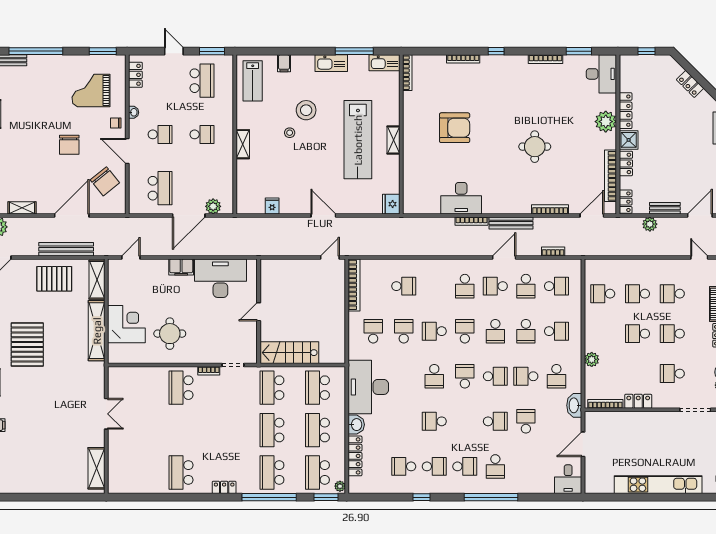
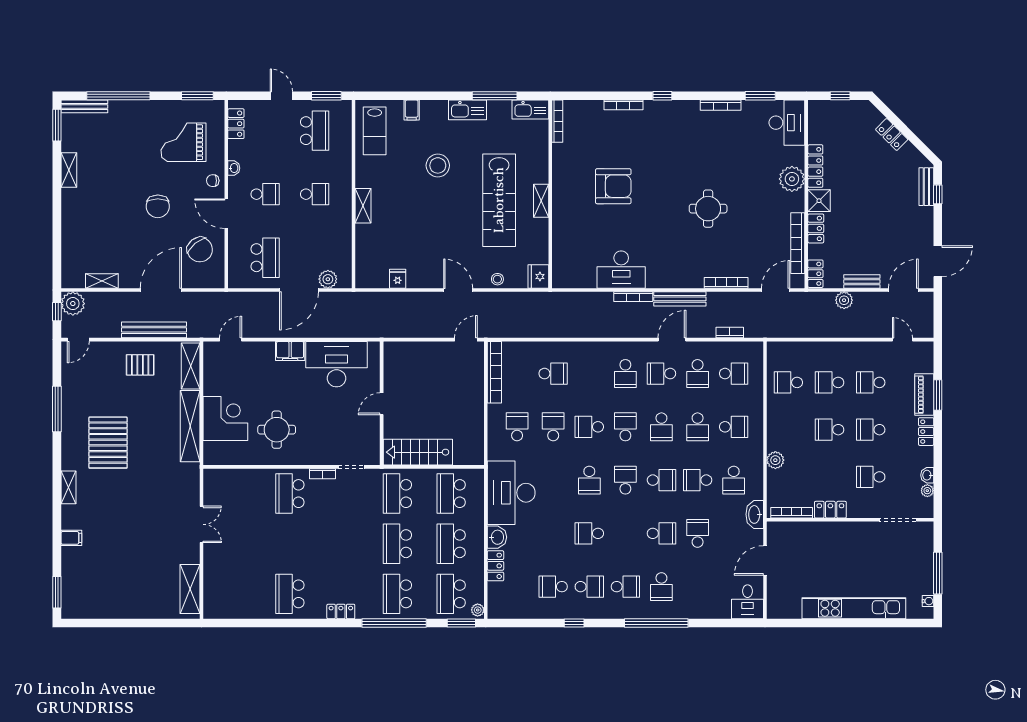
stool: (290, 133) -> (497, 279), moved
pallet: (54, 279) -> (140, 365), width x0.67, depth x0.71
locker: (355, 456) -> (495, 566), width x0.66

